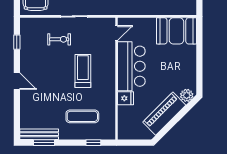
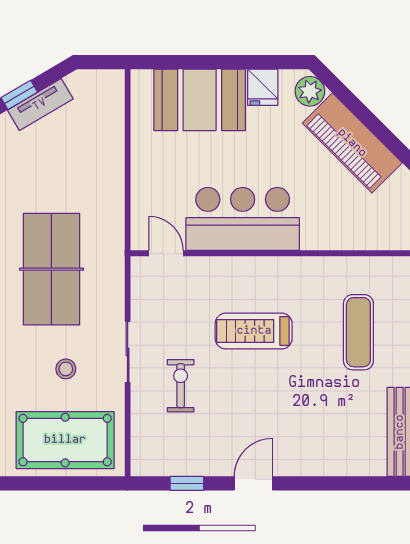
booth: (176, 31) -> (200, 100), moved, turned 90
door: (17, 81) -> (253, 483), moved
fridge: (126, 98) -> (263, 87), moved, turned 180

